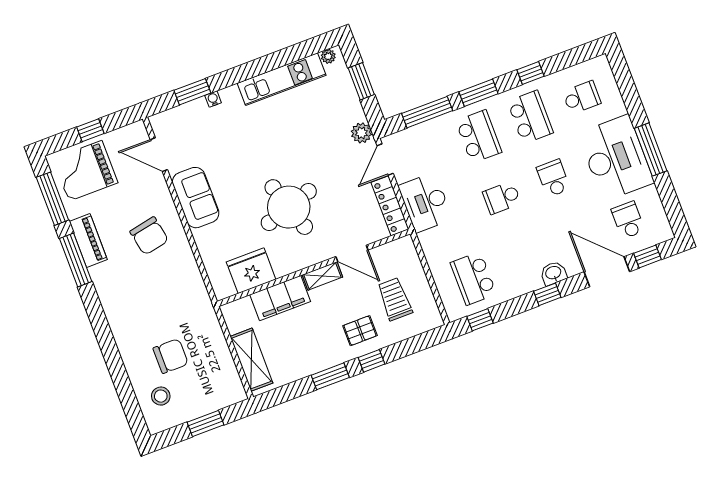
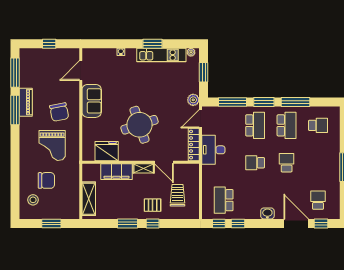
window: (530, 73) -> (296, 102), width x2.17
window: (192, 92) -> (153, 44), moved
door: (159, 155) -> (81, 71), hinge flipped
desk: (616, 158) -> (324, 165), removed
grand piano: (85, 171) -> (52, 145), moved, turned -90
window: (547, 294) -> (238, 224), moved

